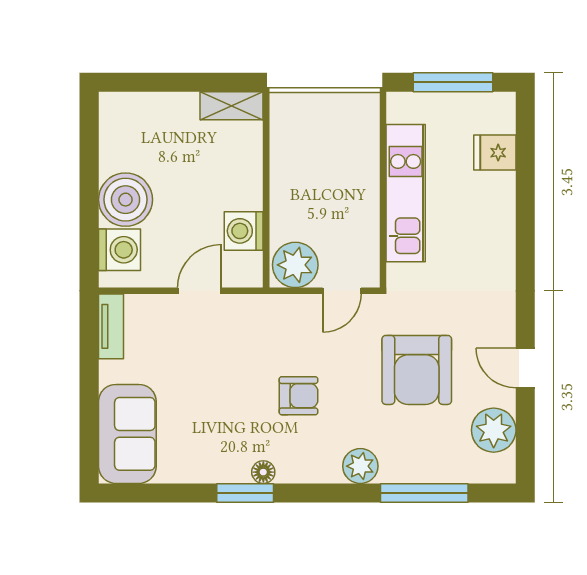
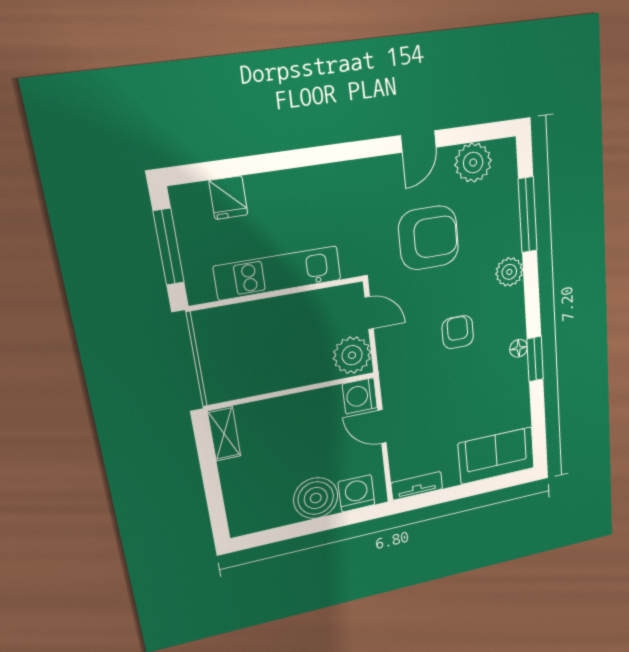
washing machine: (244, 231) -> (360, 396), moved, turned 90

